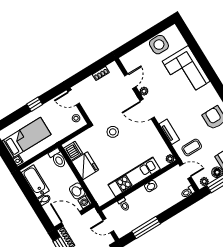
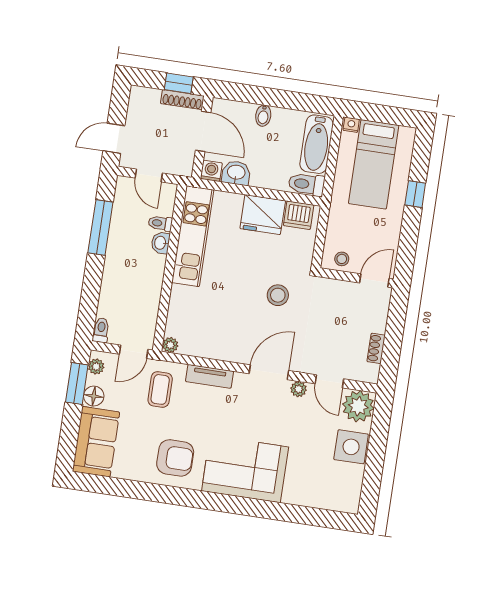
side table: (159, 45) -> (351, 447), moved
plant: (130, 61) -> (358, 406), added
corner sofa: (186, 71) -> (245, 469), moved
window: (35, 104) -> (415, 194), moved
kitchen unit: (134, 177) -> (193, 236), moved
bathtub: (35, 182) -> (317, 144), moved, turned 90
washbasin: (151, 186) -> (161, 243), moved
door: (72, 219) -> (203, 131), hinge flipped
door: (108, 226) -> (149, 175), swing flipped

